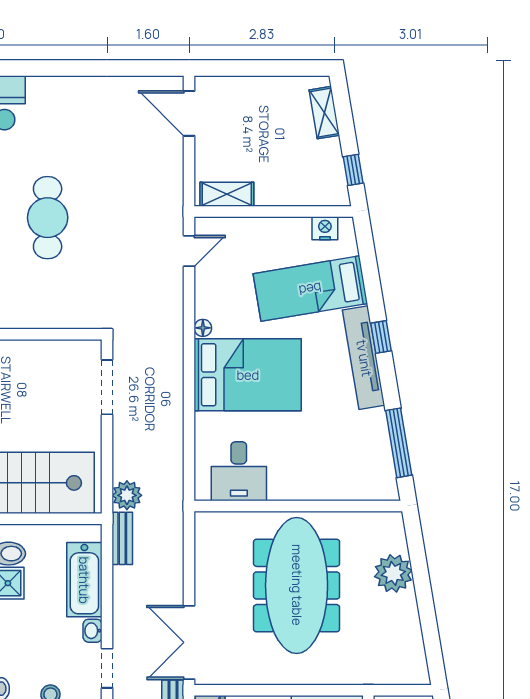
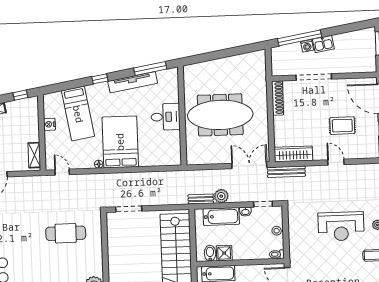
cafe table: (48, 218) -> (66, 233), moved
nightstand: (325, 228) -> (49, 124), moved
tv unit: (364, 358) -> (133, 82), moved
desk: (239, 471) -> (166, 117), moved
plant: (127, 495) -> (221, 196), moved
plant: (393, 573) -> (213, 69), removed
double door: (189, 642) -> (249, 165), swing flipped

